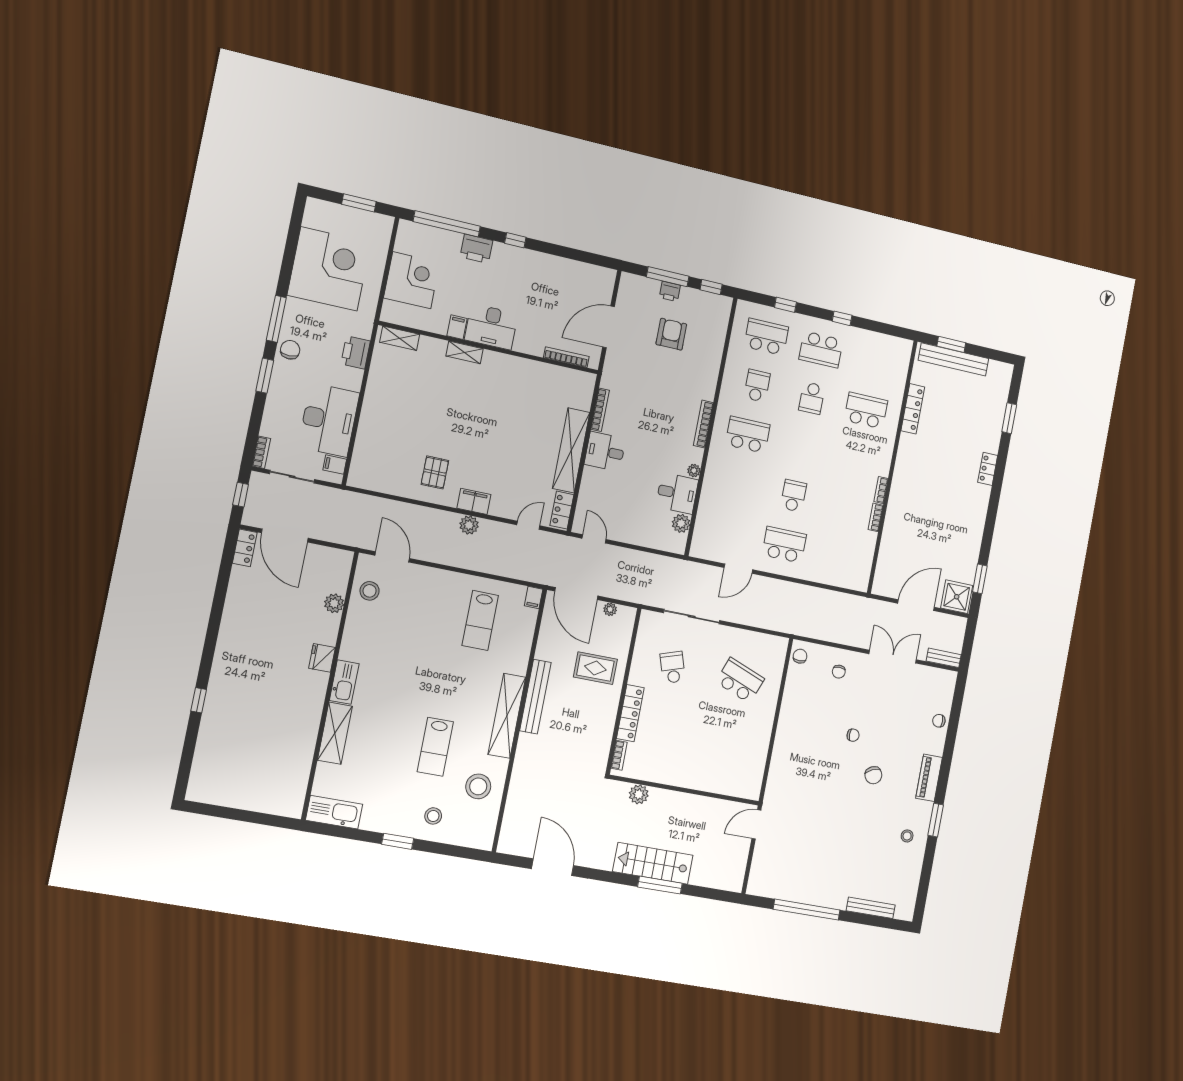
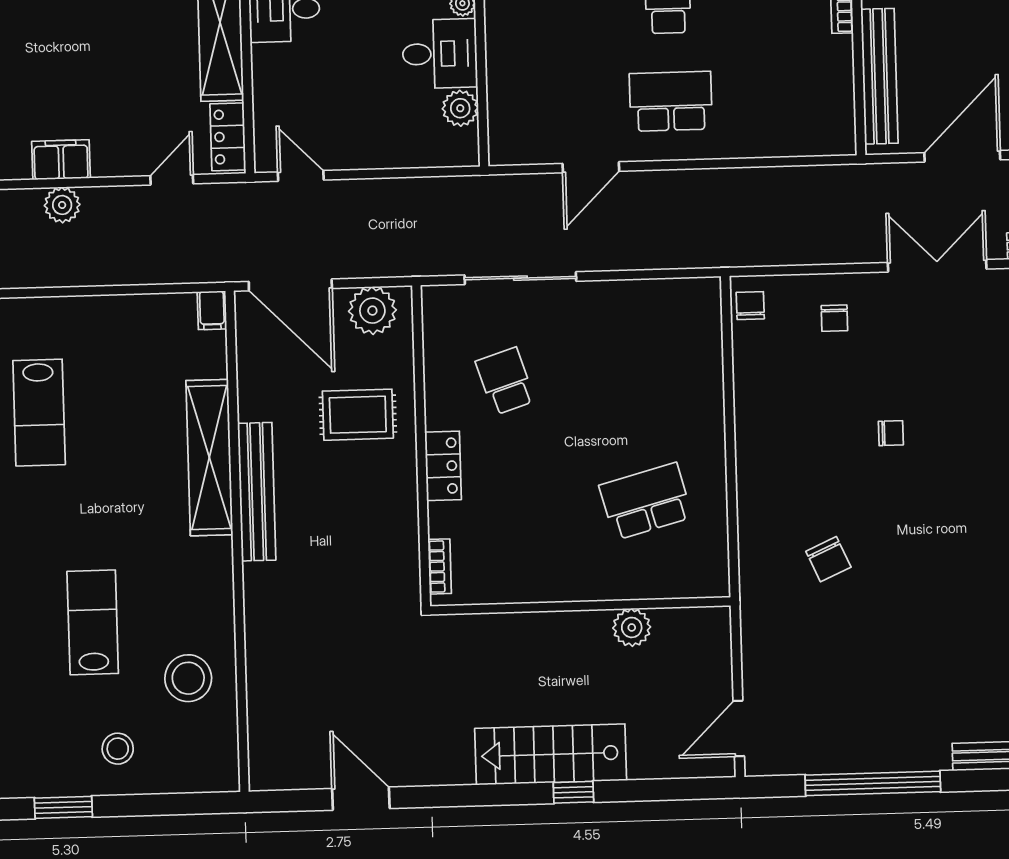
bench: (886, 556) -> (879, 76), added
plant: (610, 609) -> (372, 311), width x1.87, depth x1.87
lab bench: (480, 620) -> (39, 413), moved
school desk: (740, 680) -> (646, 501), moved, turned -36
locker: (630, 713) -> (443, 466), width x0.66
shelving: (507, 716) -> (209, 458), moved
lab bench: (435, 747) -> (93, 622), turned 180
chair: (873, 775) -> (828, 559), moved
plant: (639, 794) -> (632, 627), moved
door: (756, 824) -> (739, 729), moved
door: (553, 867) -> (361, 799), width x0.73
window: (660, 885) -> (573, 792), width x0.46

